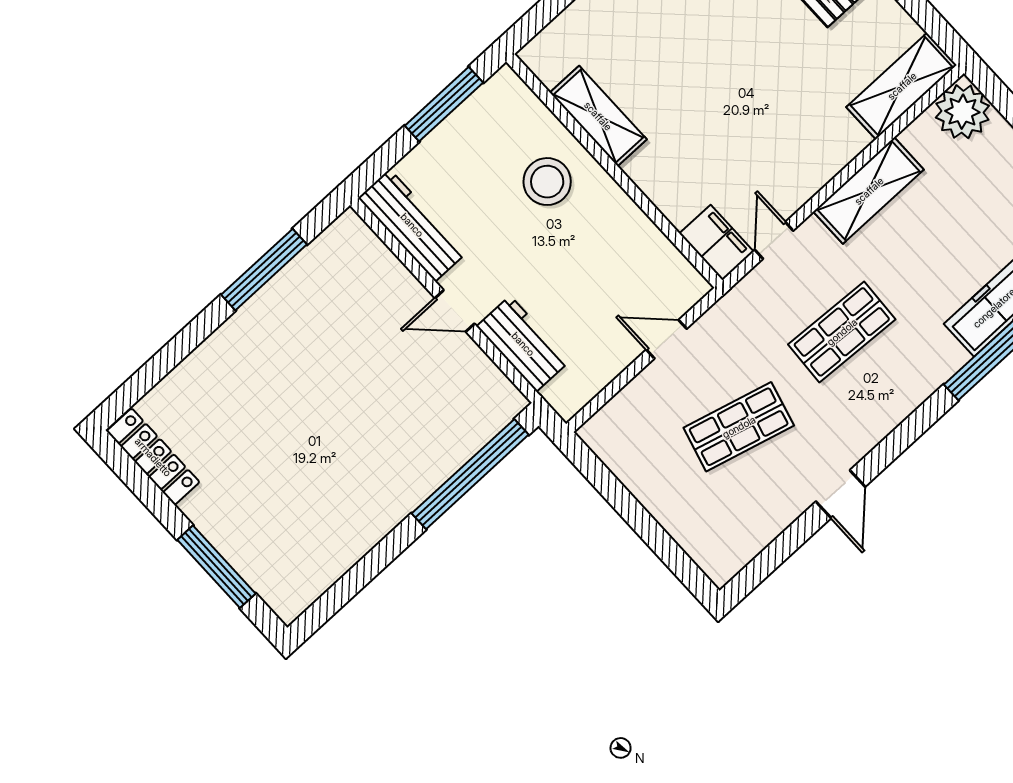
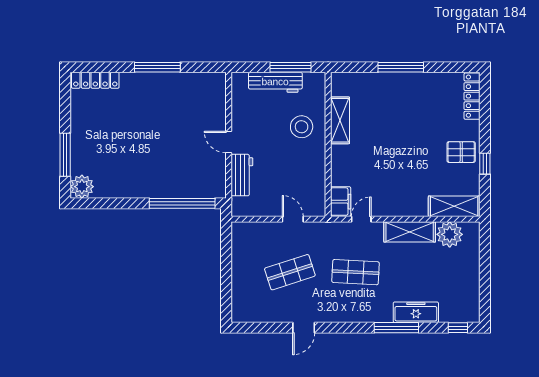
plant: (962, 112) -> (450, 234), moved
workbench: (412, 225) -> (275, 82), moved, turned 90
window: (264, 270) -> (157, 67), moved
shop shelf: (739, 427) -> (290, 272), turned -33
locker: (153, 457) -> (95, 80), moved, turned 90
plant: (289, 593) -> (82, 187), added

